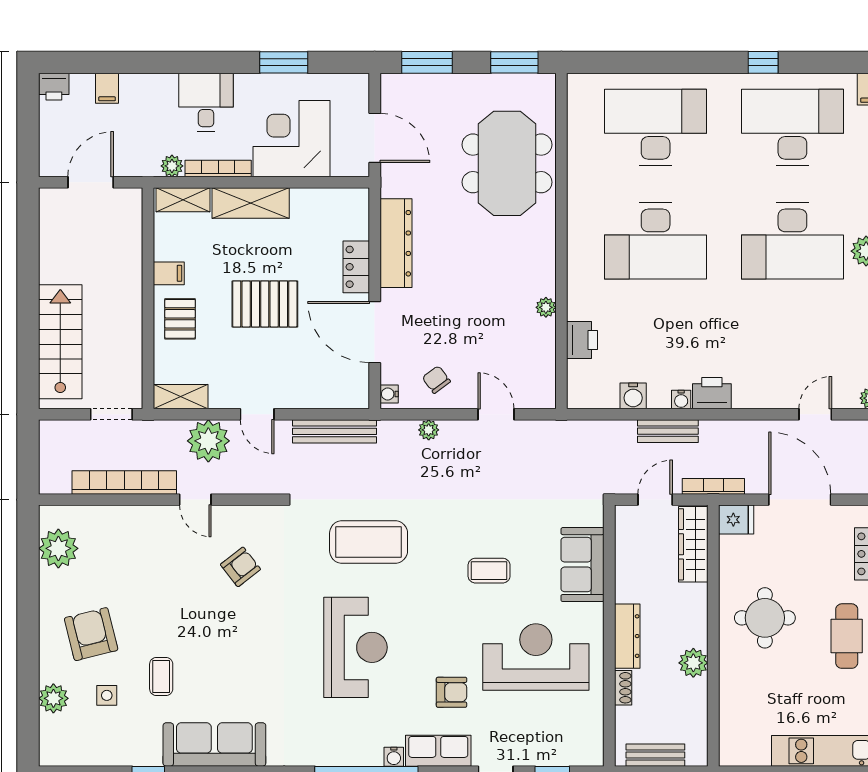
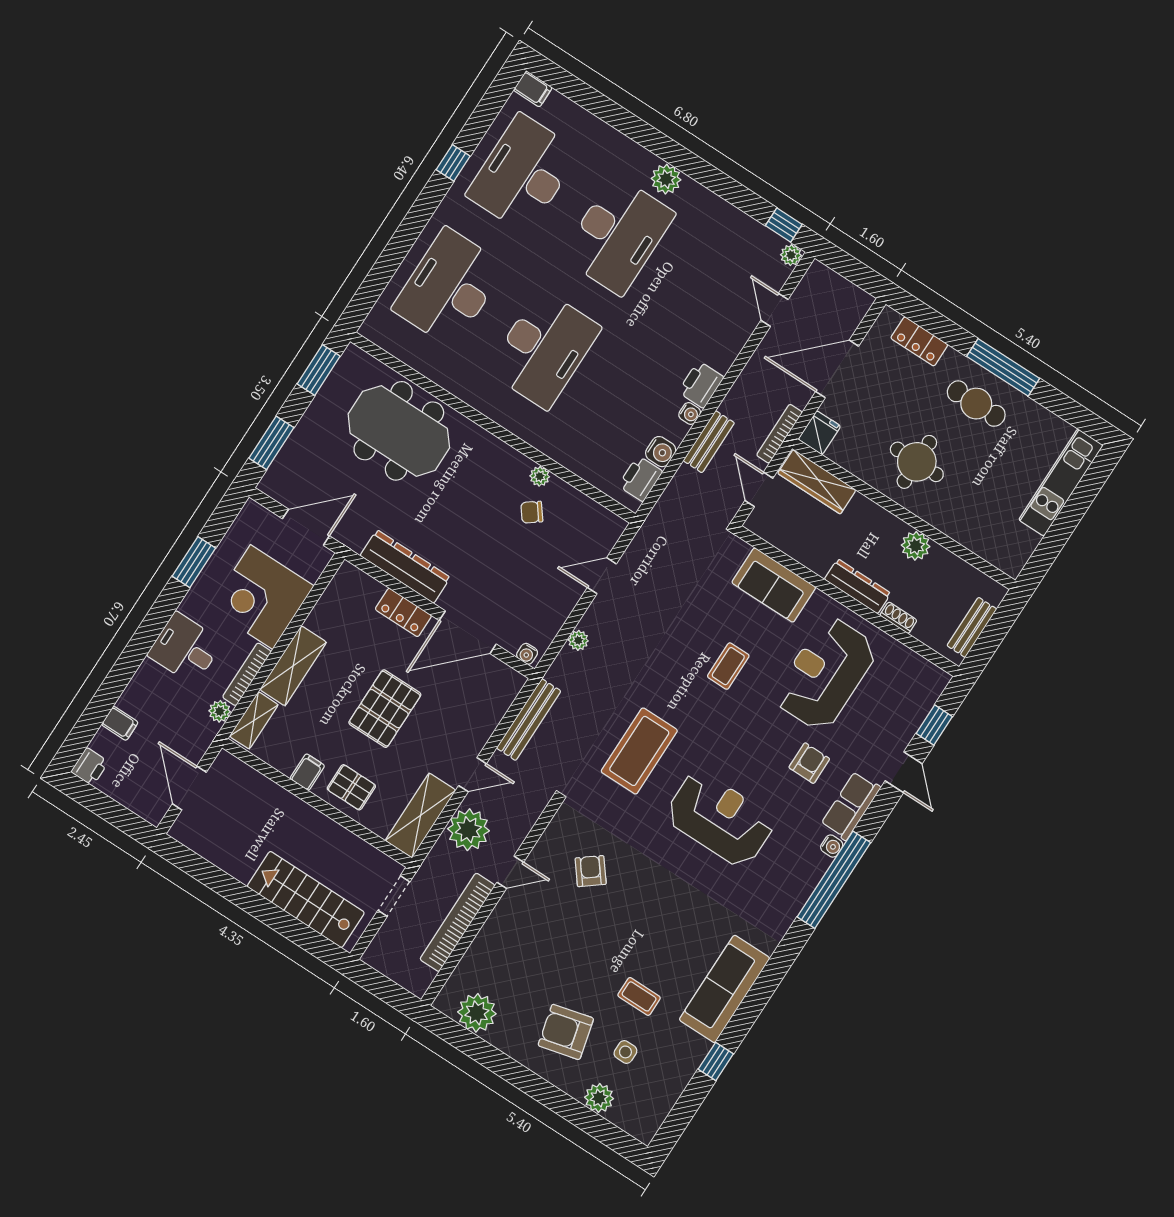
printer: (582, 340) -> (640, 479), moved, turned -90
chair: (436, 380) -> (532, 512), moved
shelving: (181, 397) -> (421, 815), width x1.50, depth x1.33

